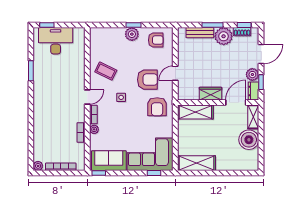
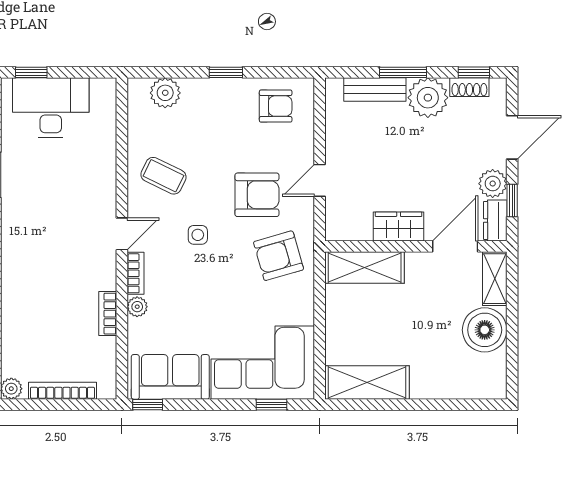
plant: (132, 34) -> (165, 93), moved
armchair: (157, 107) -> (279, 256), turned 74

